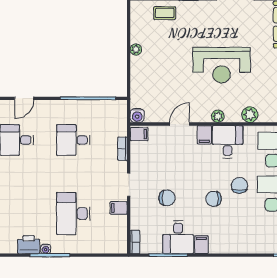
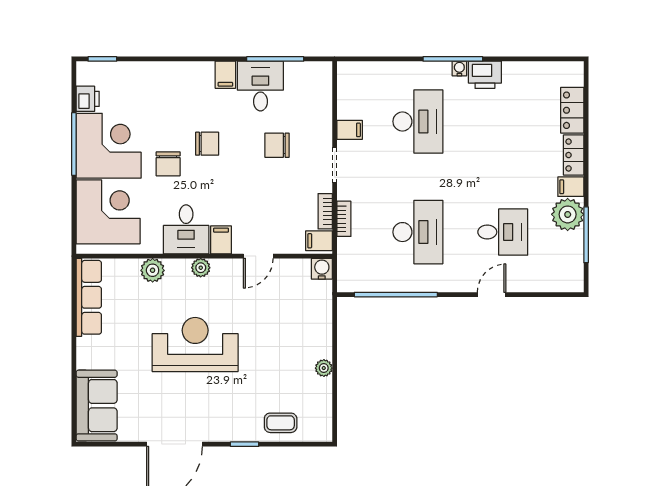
desk: (73, 140) -> (418, 232), width x1.37
bookcase: (135, 242) -> (325, 211), moved

